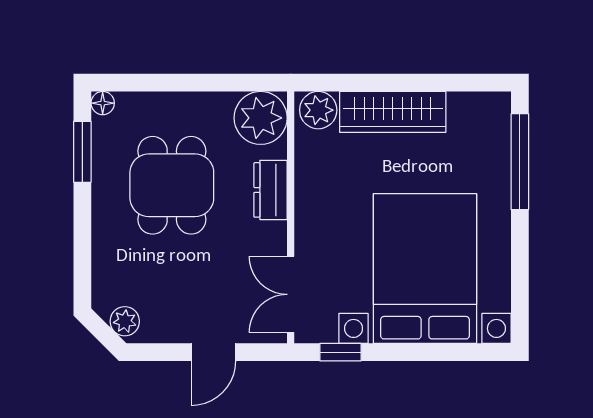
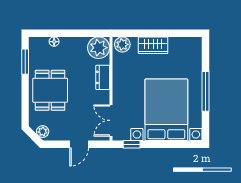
floor lamp: (103, 103) -> (54, 42), moved
wardrobe: (393, 112) -> (153, 45), width x0.67
window: (520, 162) -> (205, 91), moved
dining table: (172, 185) -> (50, 90), moved

